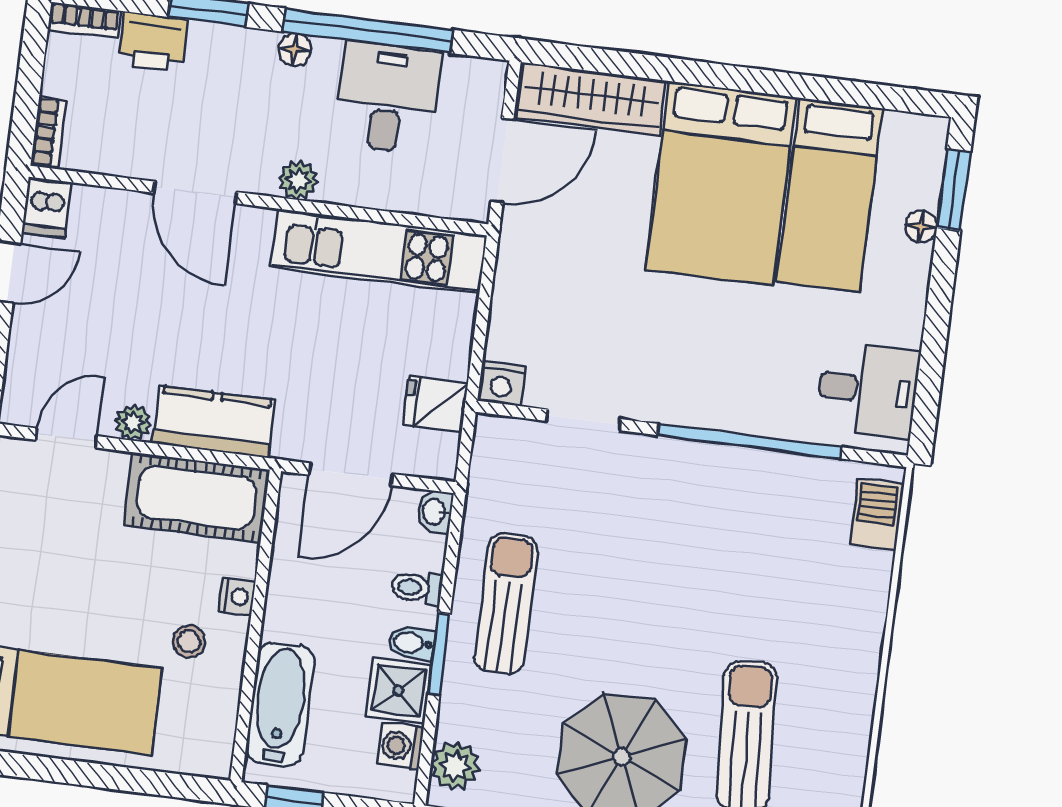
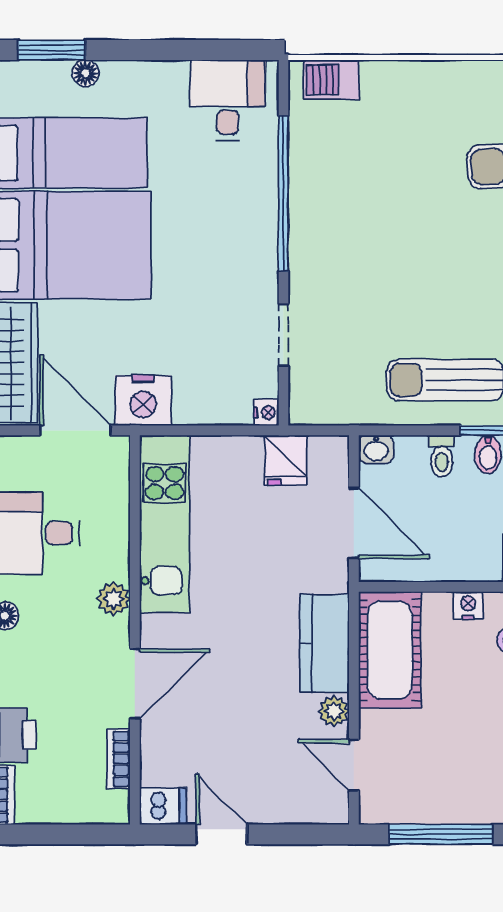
bookcase: (49, 133) -> (118, 759), moved, turned -90
nightstand: (527, 245) -> (143, 400), added
nightstand: (501, 384) -> (266, 412), width x0.72, depth x0.74

